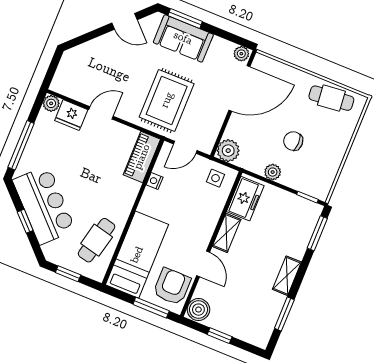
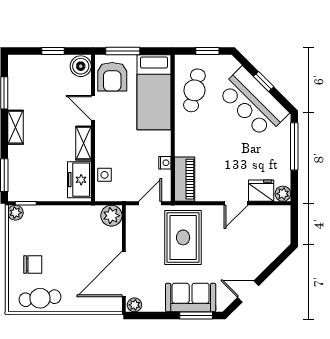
chair: (293, 141) -> (33, 264), moved
plant: (273, 172) -> (15, 213), moved
side table: (215, 178) -> (105, 175), moved

